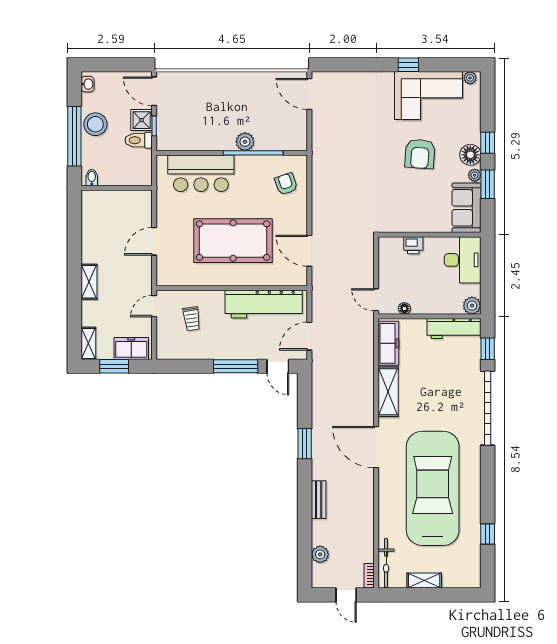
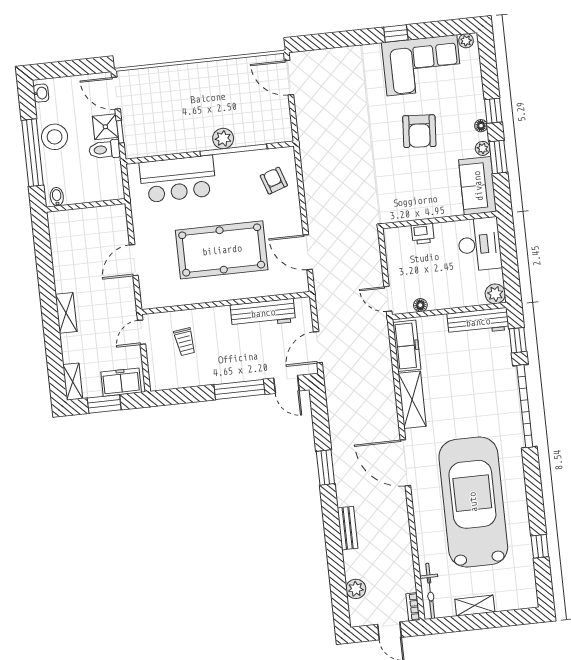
floor lamp: (470, 155) -> (481, 126), width x0.53, depth x0.53
workbench: (264, 304) -> (263, 313), width x0.73, depth x0.76

